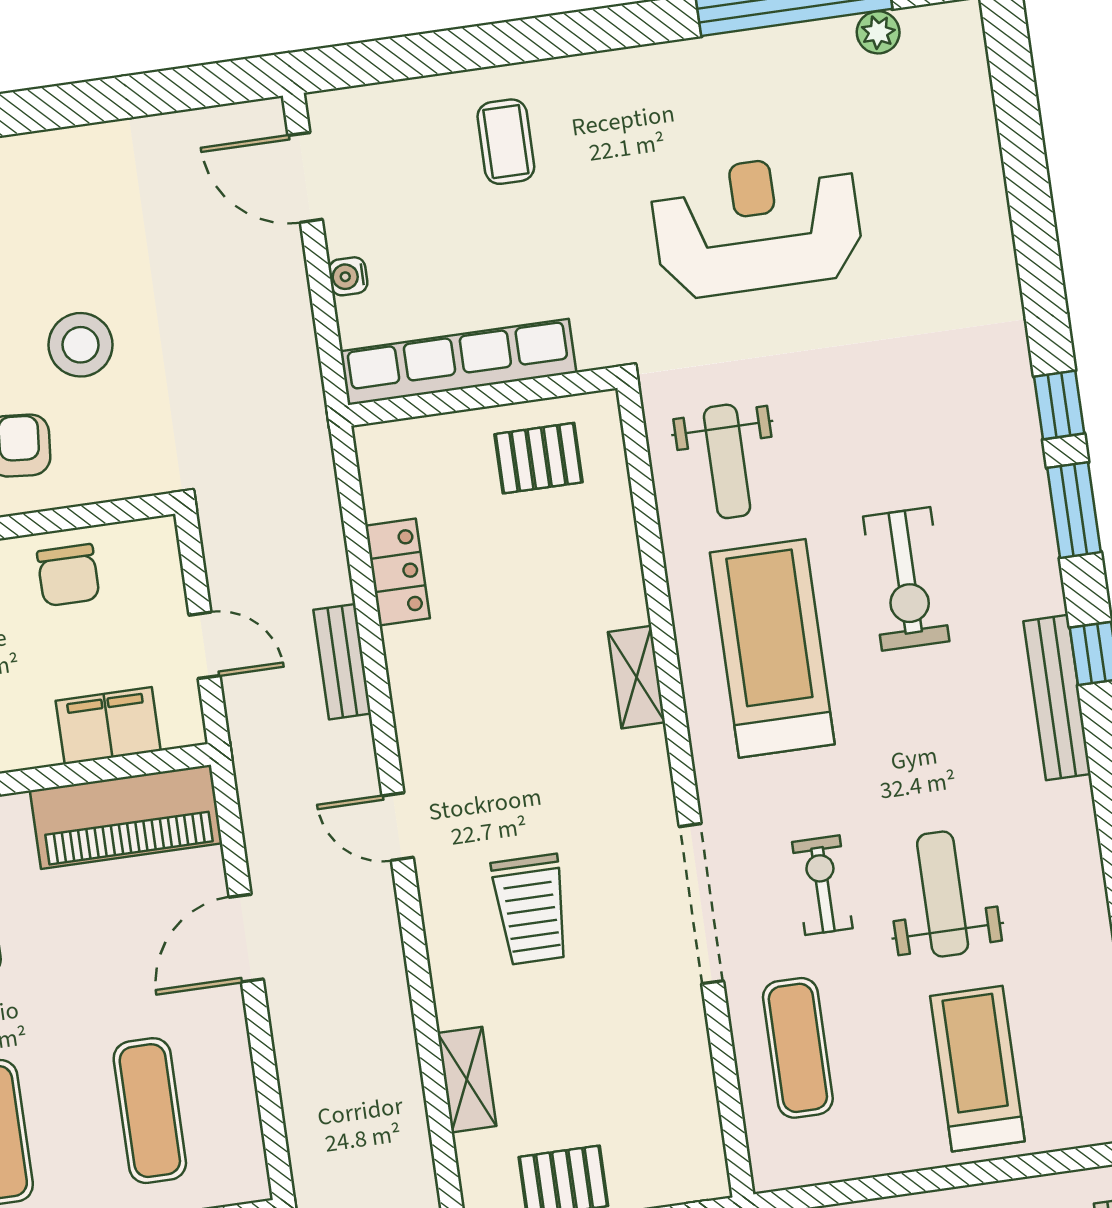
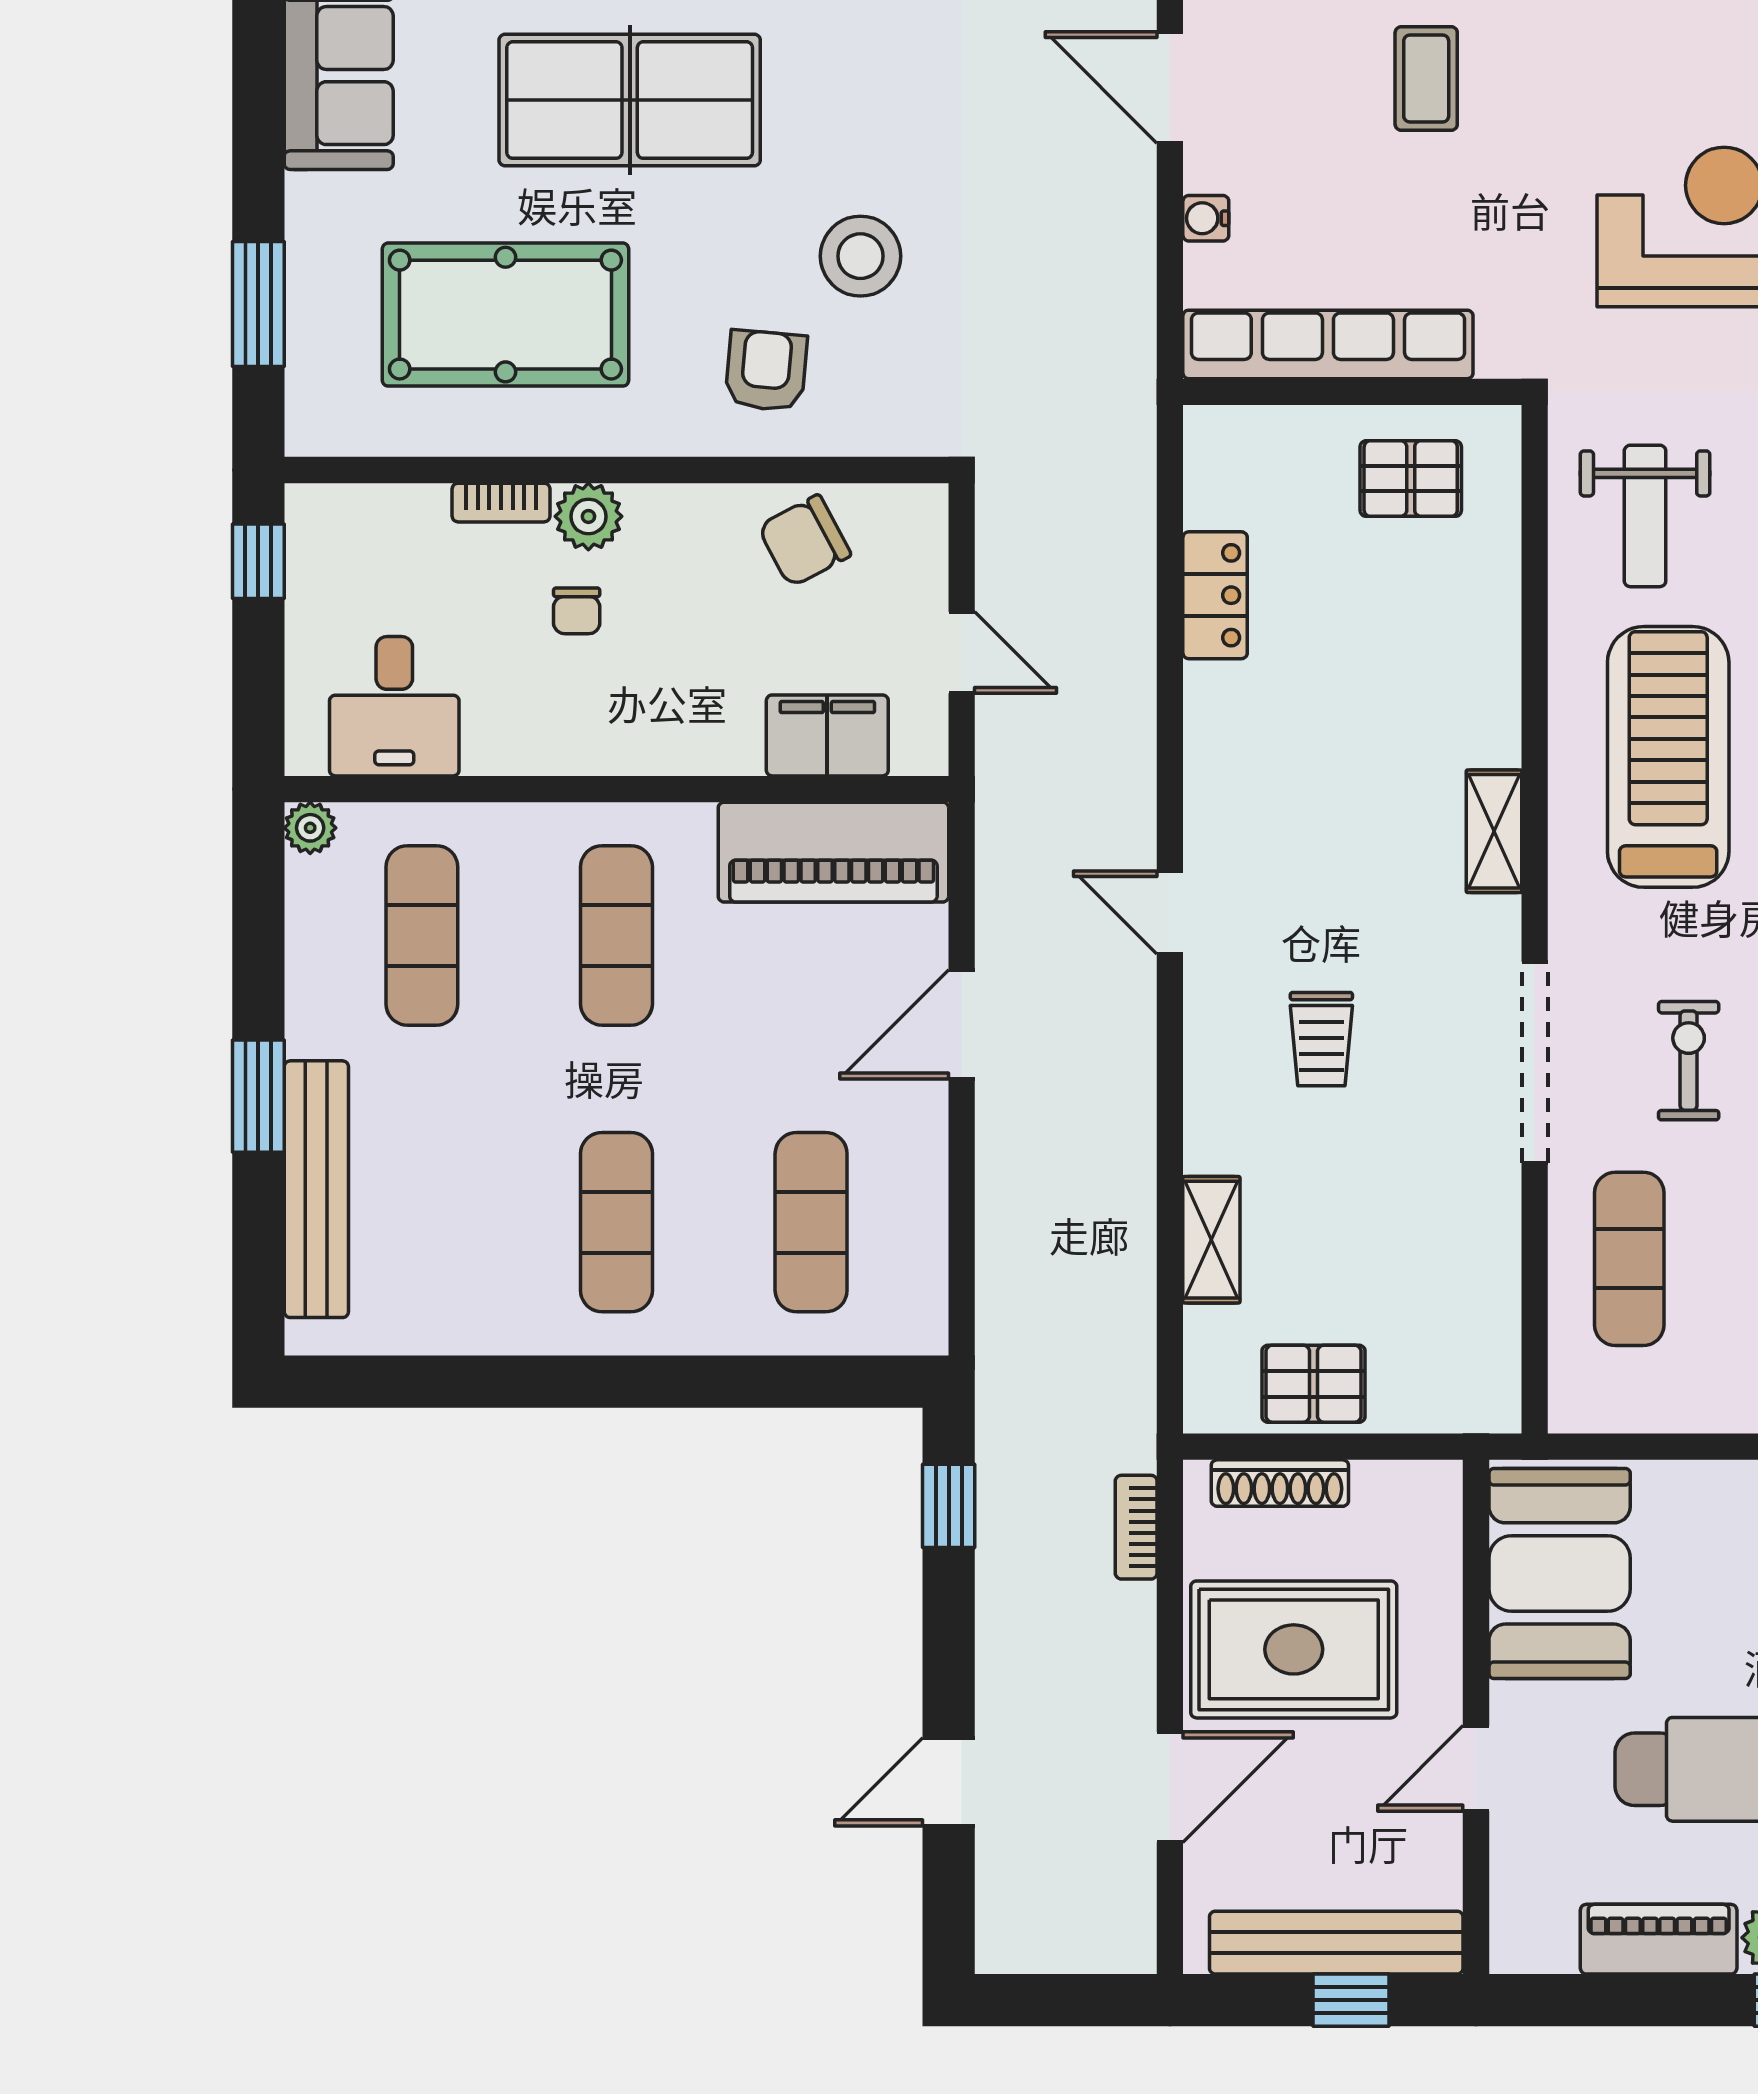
chair: (68, 575) -> (804, 541), turned 62
bench: (342, 662) -> (1130, 697), removed
shelving: (636, 677) -> (1494, 831), moved
trolley: (531, 909) -> (1321, 1039), width x0.73, depth x0.72

